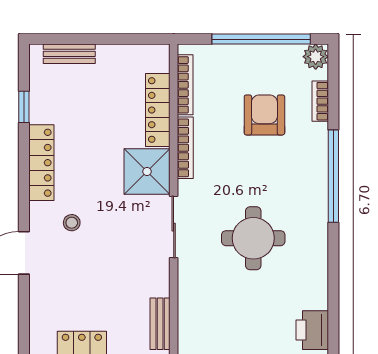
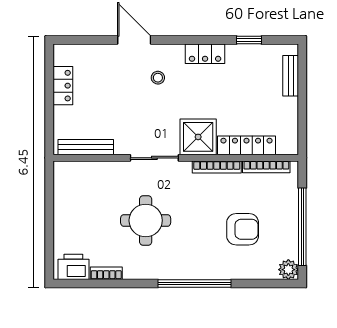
bookcase: (320, 101) -> (106, 273), moved
locker: (41, 163) -> (205, 54), width x0.66
bench: (160, 324) -> (86, 147), width x1.36

